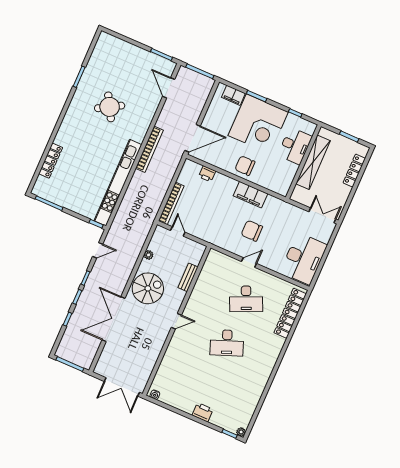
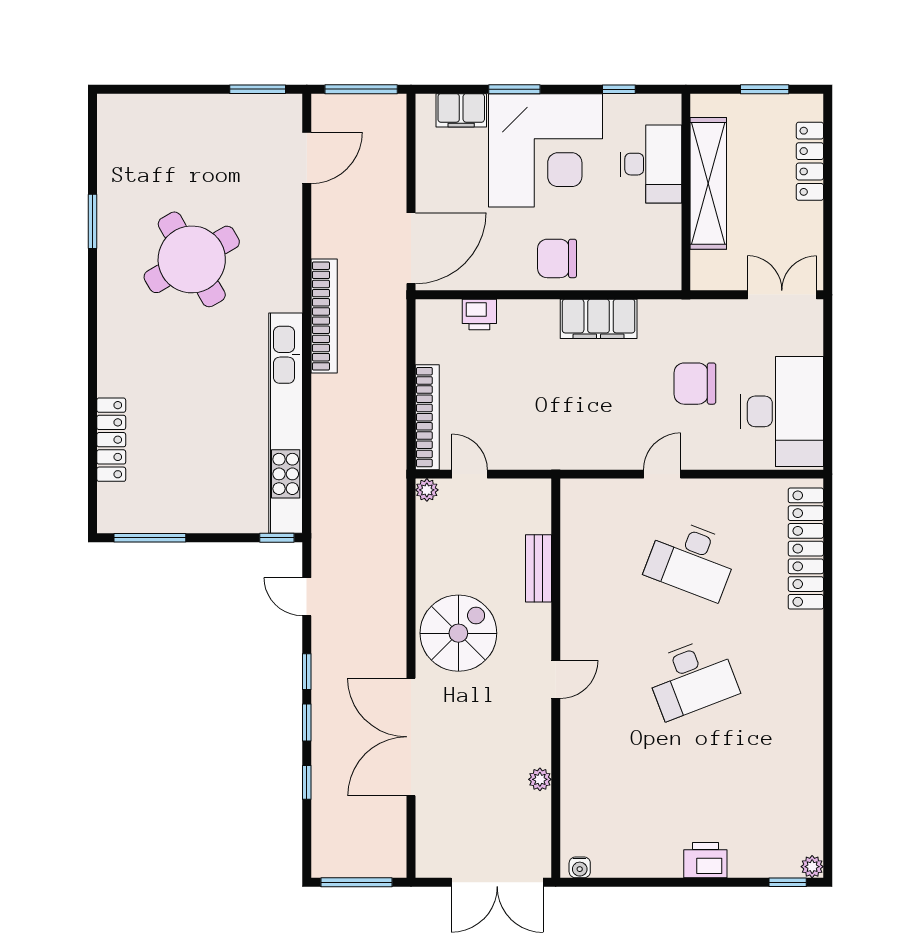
door: (169, 88) -> (307, 158), swing flipped
round table: (110, 107) -> (192, 259), width x1.36, depth x1.36
chair: (252, 231) -> (695, 384), moved
door: (98, 250) -> (307, 597), swing flipped
plant: (148, 255) -> (427, 490), moved
desk: (246, 299) -> (692, 559), turned 45
plant: (154, 356) -> (540, 779), added

